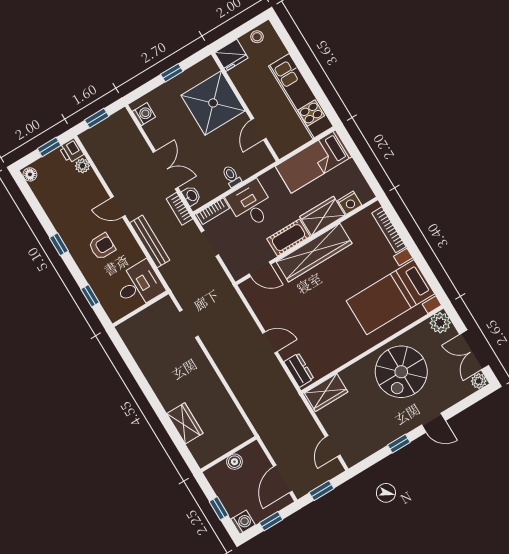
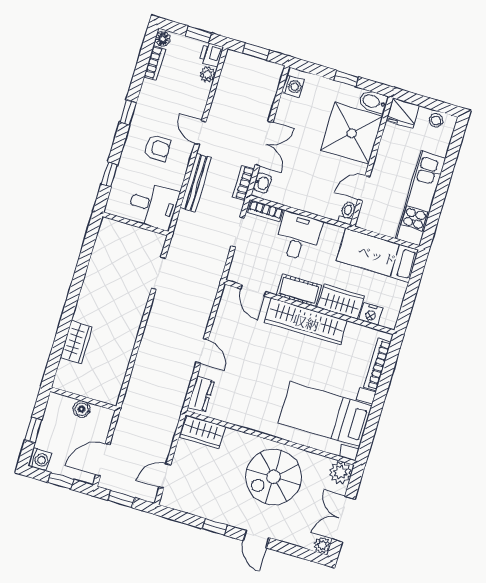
bidet: (205, 68) -> (373, 102), added
toilet: (232, 176) -> (347, 213), moved
bookcase: (41, 195) -> (155, 63), added

